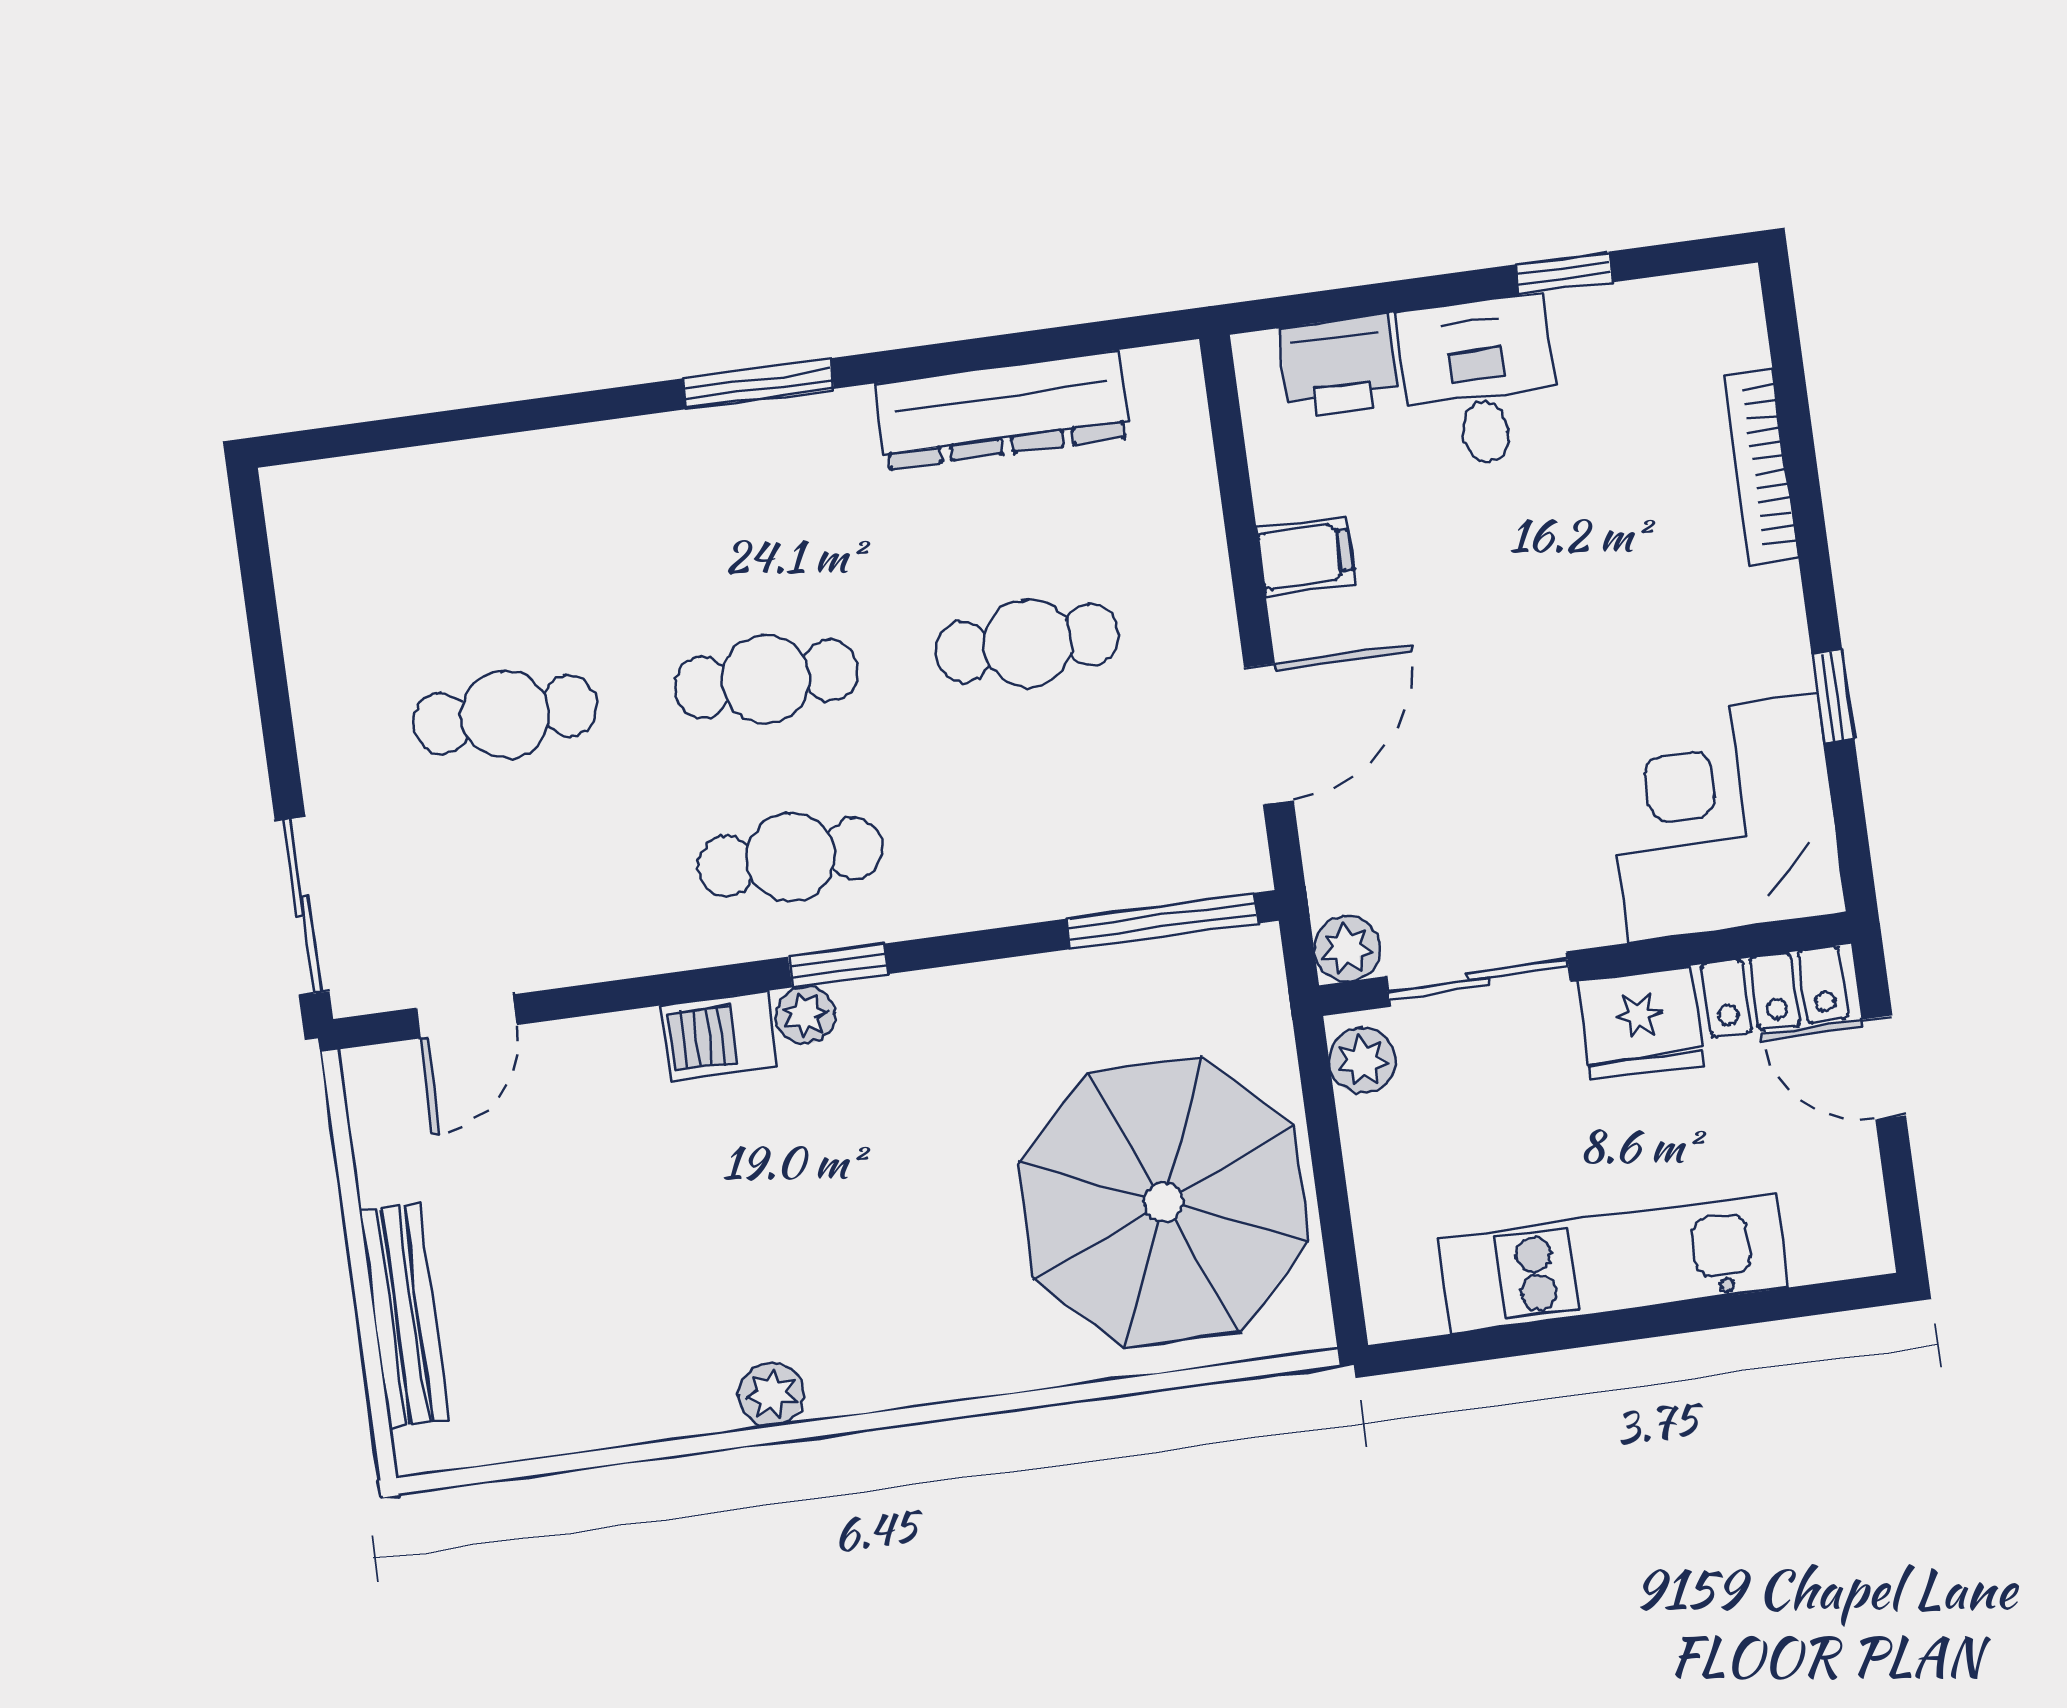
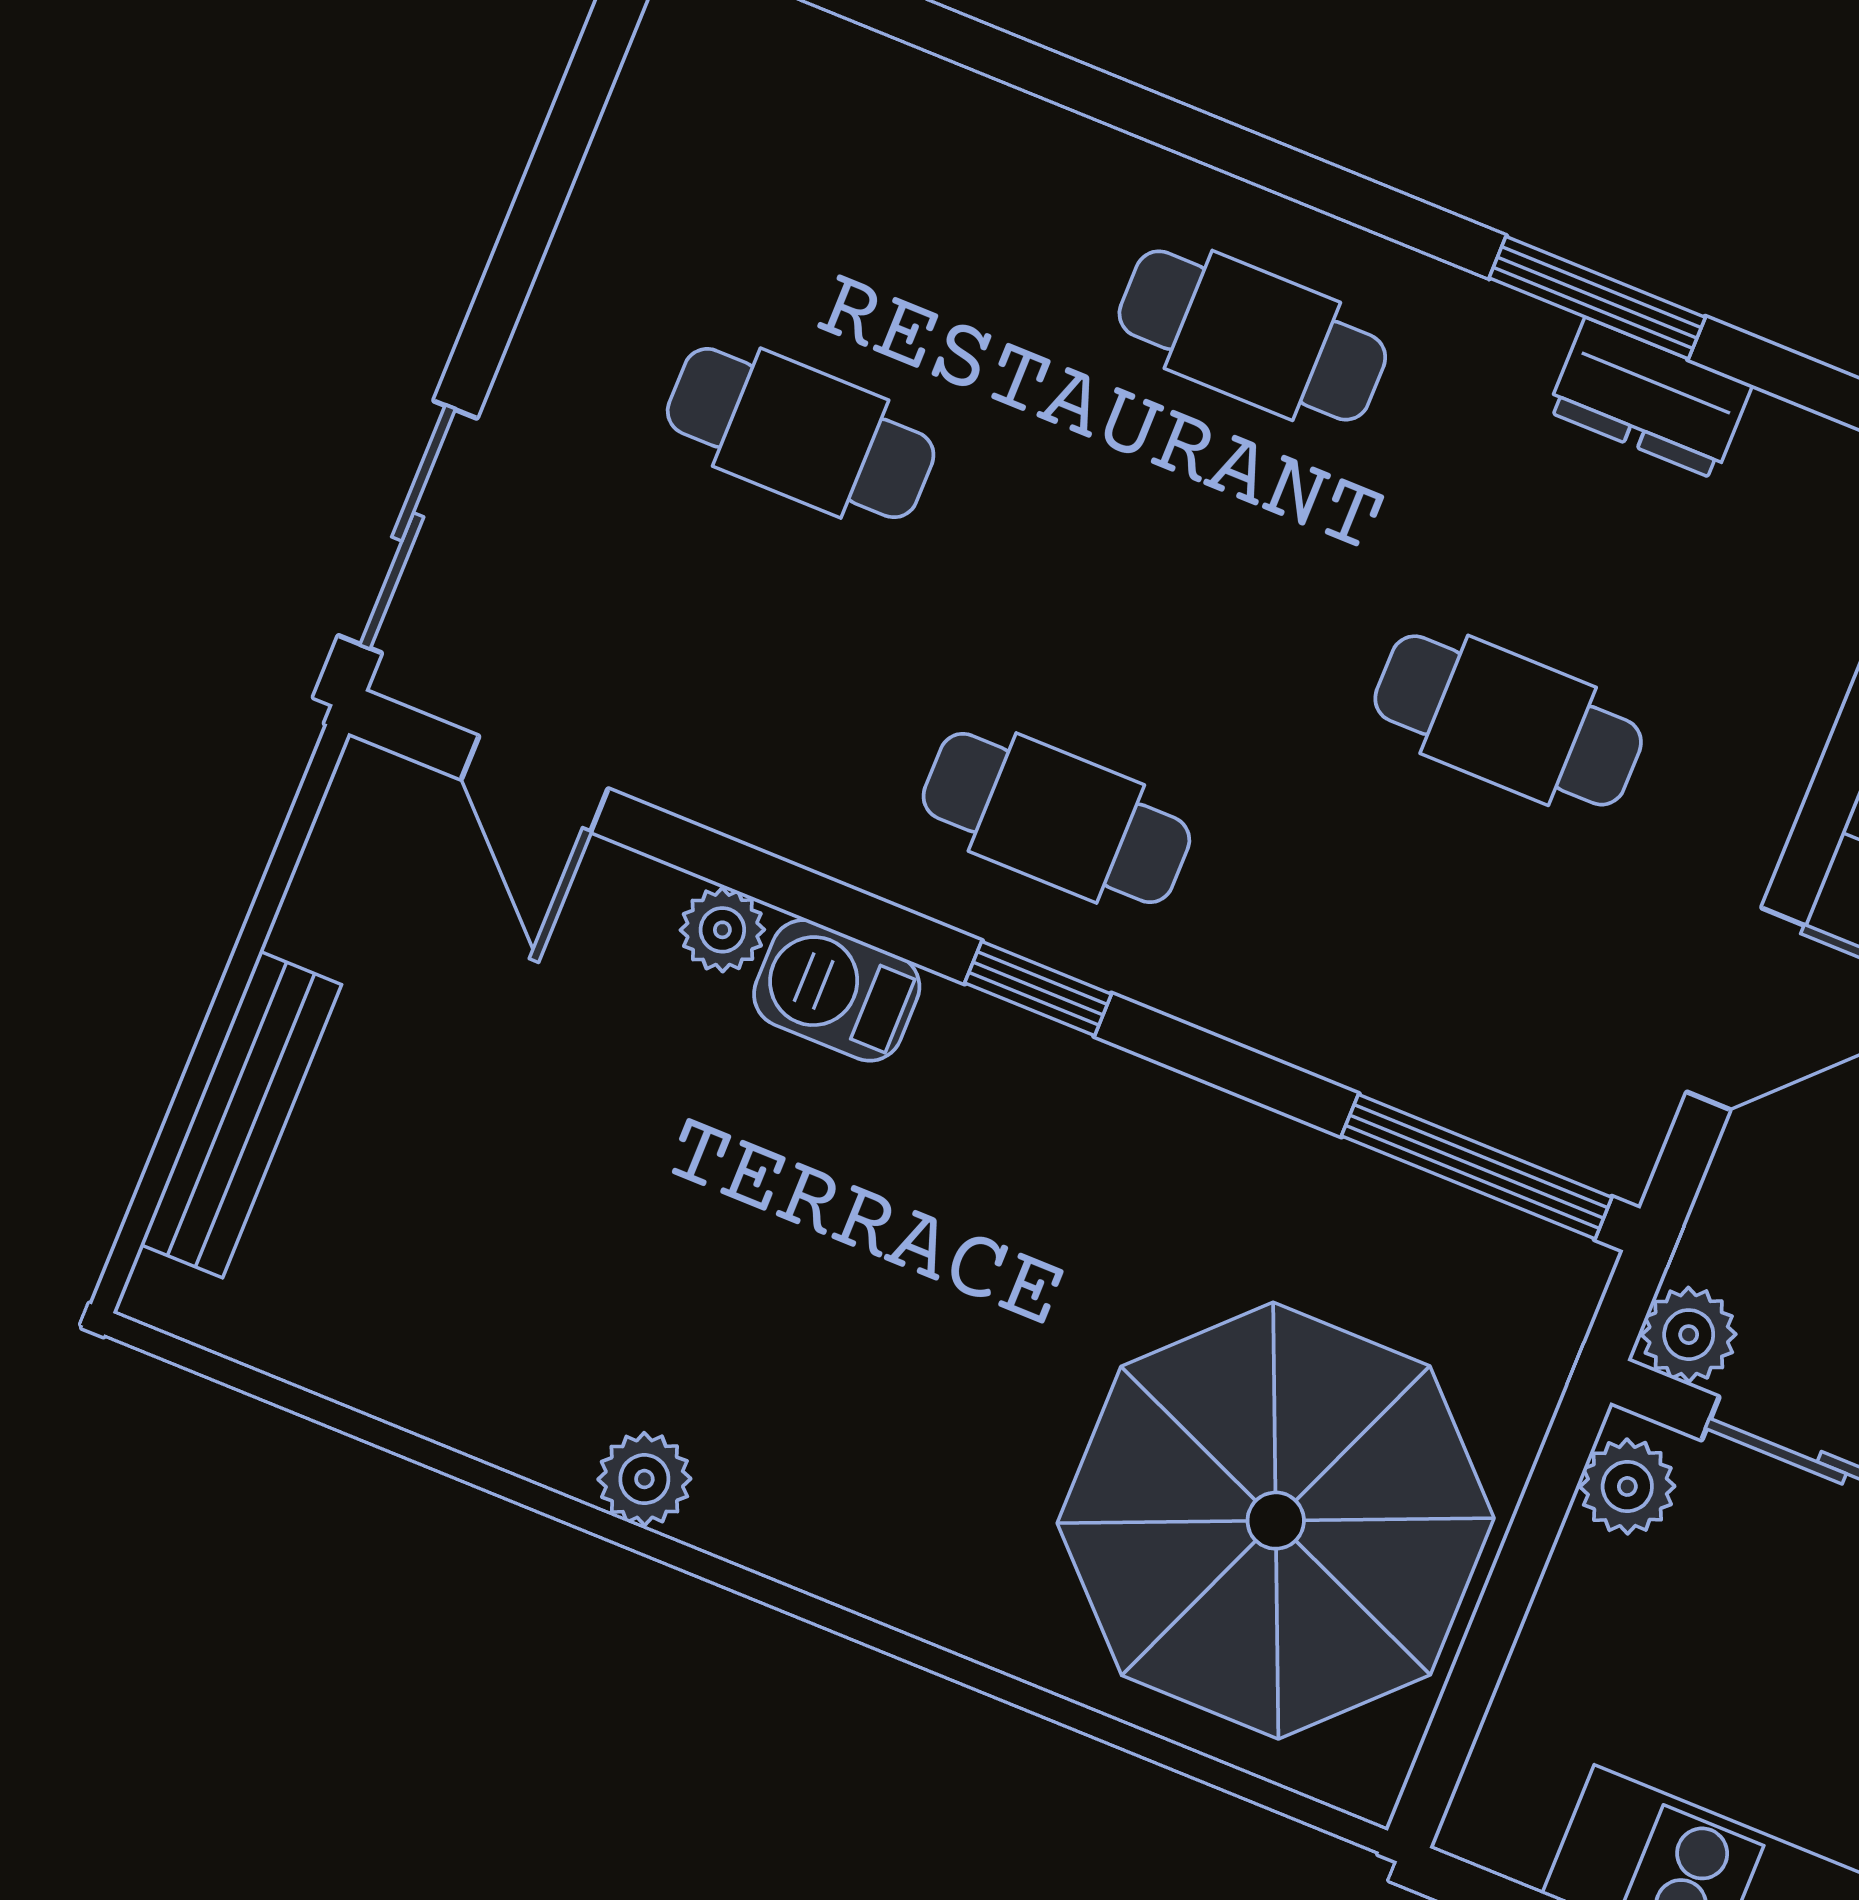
window: (758, 384) -> (1597, 298), moved
dresser: (1002, 410) -> (1650, 398), width x0.51, depth x0.80
cafe table: (766, 679) -> (1252, 335), moved
plant: (805, 1015) -> (722, 930), moved
door: (467, 1016) -> (535, 784), hinge flipped

